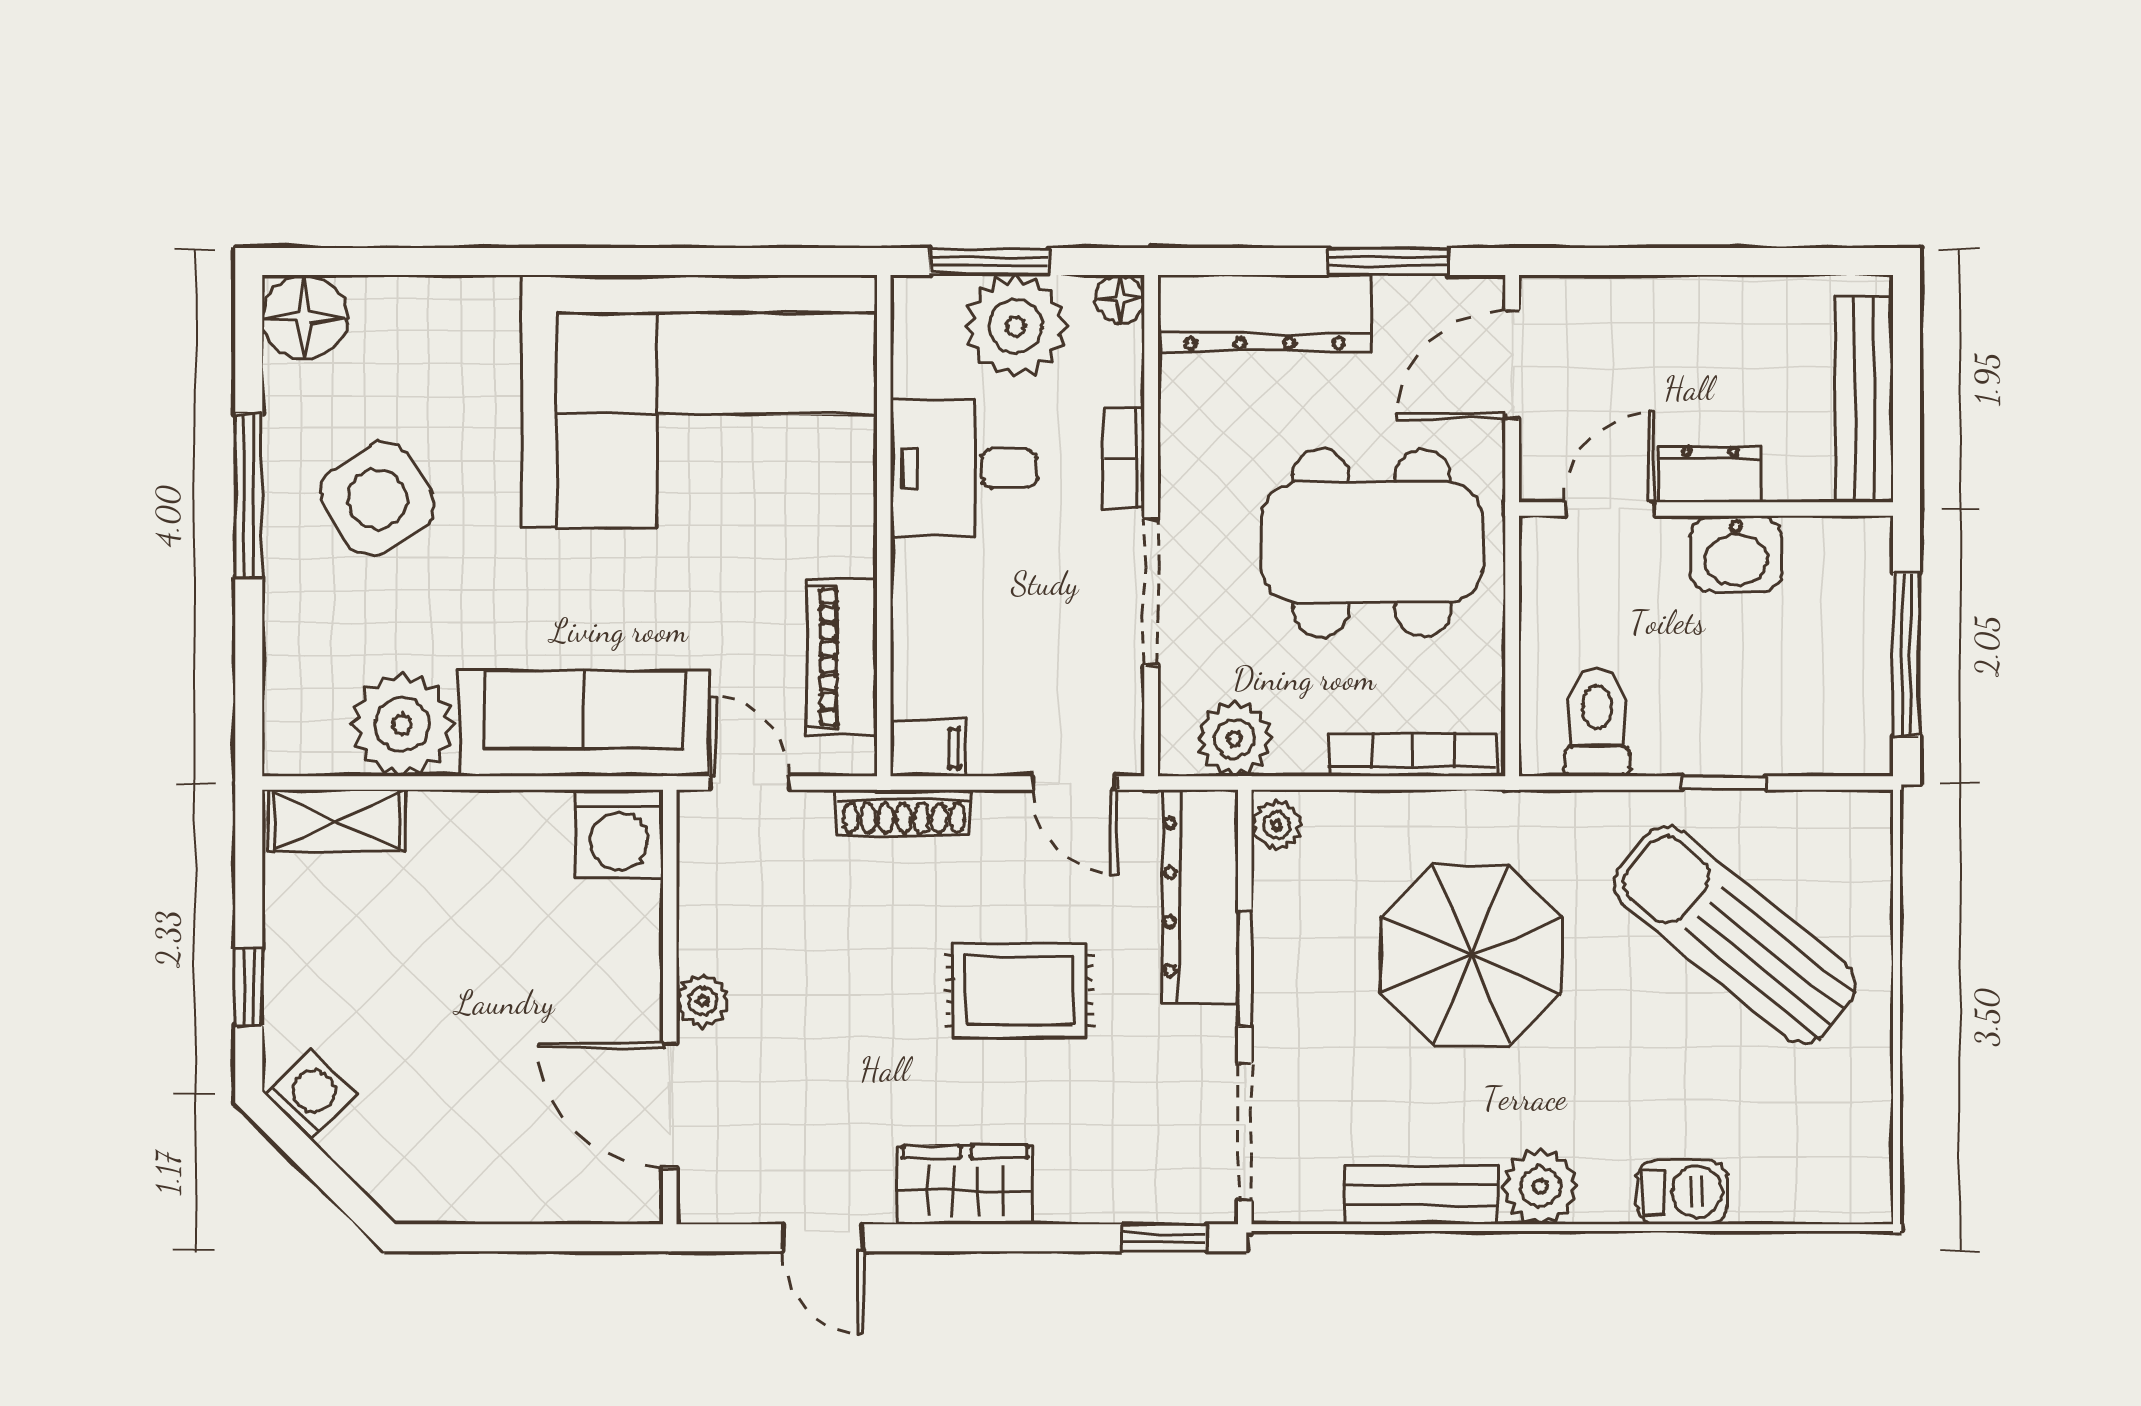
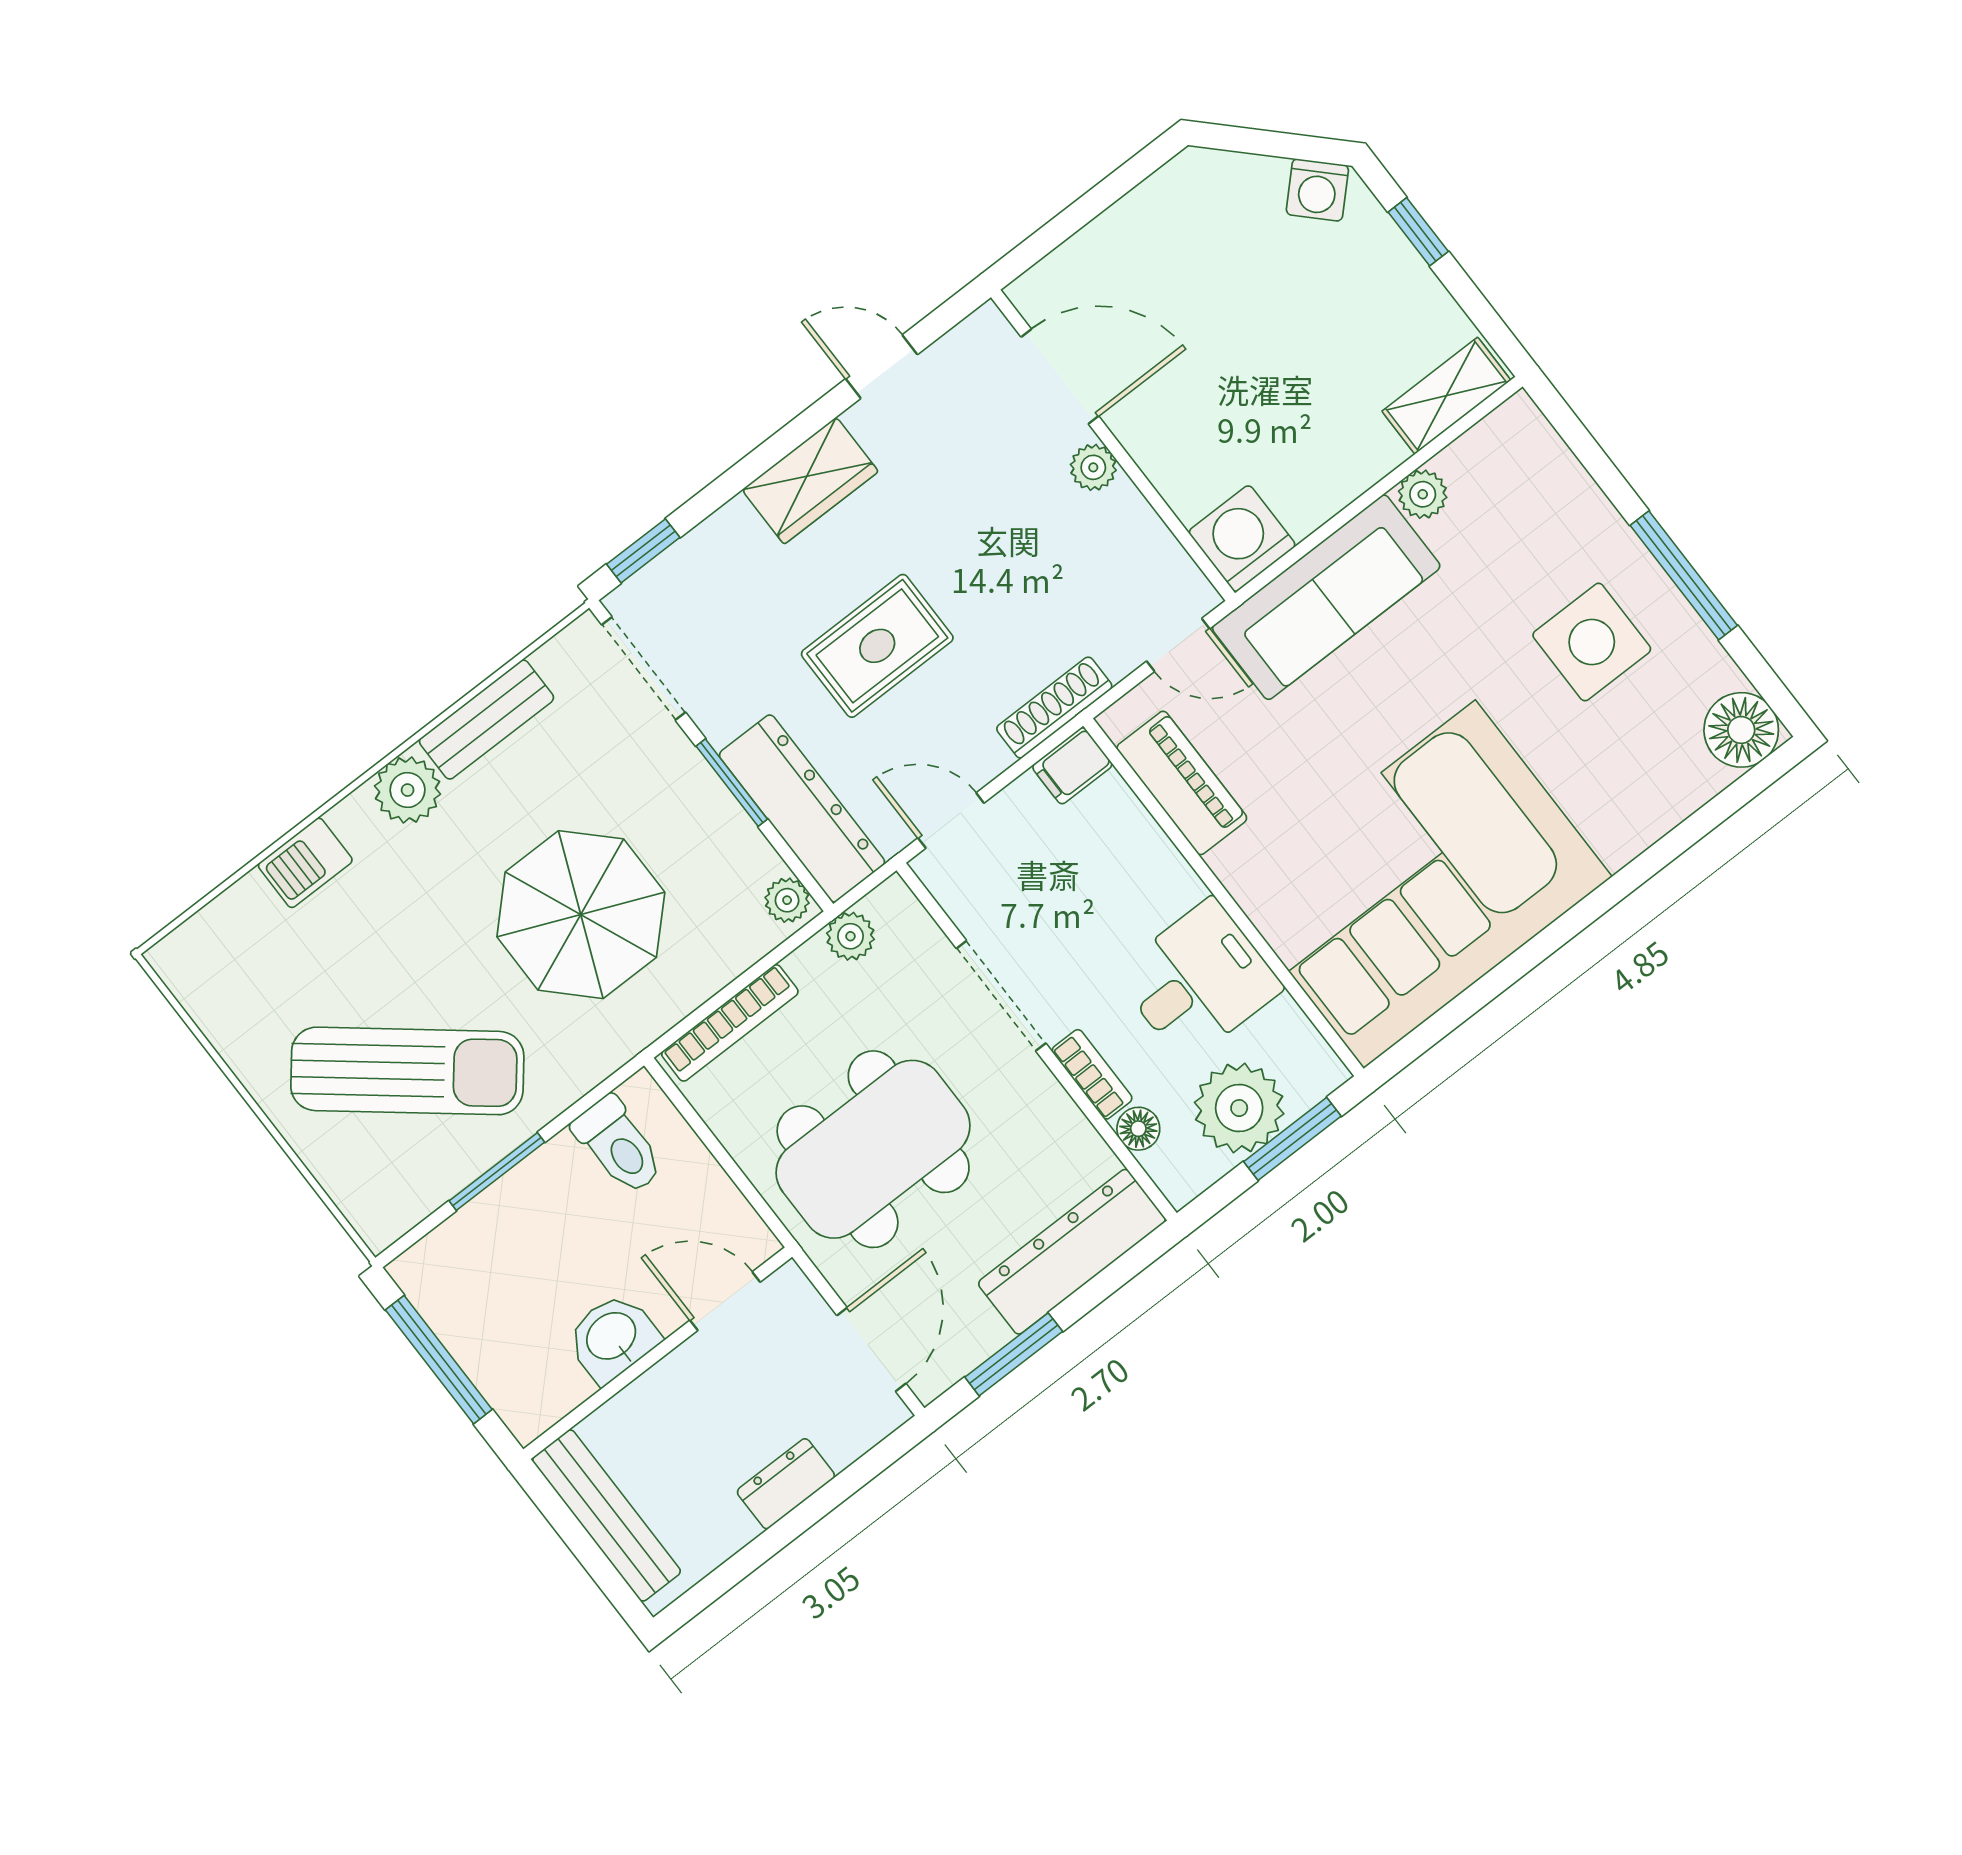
floor lamp: (1120, 299) -> (1138, 1129), moved
dresser: (1710, 474) -> (786, 1484), moved, turned 180
side table: (377, 499) -> (1592, 642), turned 32
door: (1610, 509) -> (725, 1301), swing flipped
plant: (402, 725) -> (1423, 494), width x0.53, depth x0.53
plant: (1235, 739) -> (850, 936), width x0.73, depth x0.73
window: (1724, 783) -> (497, 1171), width x1.50

